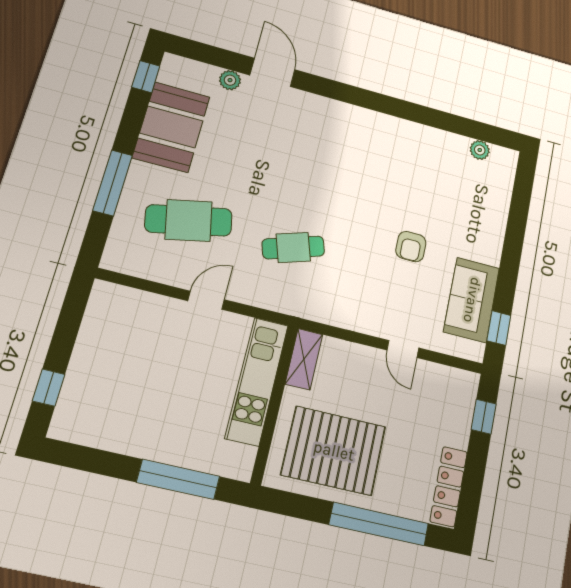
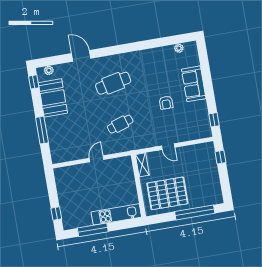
plant: (230, 80) -> (49, 70), moved
cafe table: (189, 220) -> (113, 83), moved
sofa: (472, 300) -> (194, 84), moved
door: (403, 349) -> (168, 147), moved
kitchen unit: (257, 381) -> (116, 214), moved, turned 90
window: (178, 479) -> (93, 230), moved
locker: (449, 486) -> (216, 189), removed

